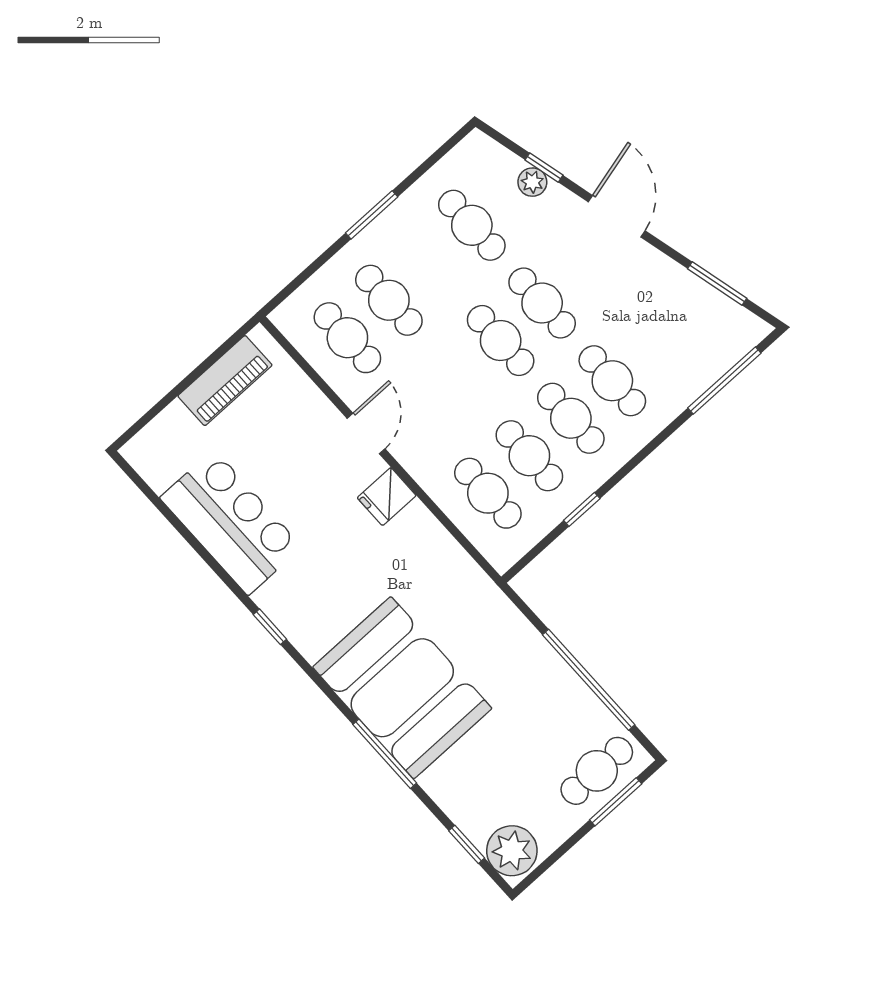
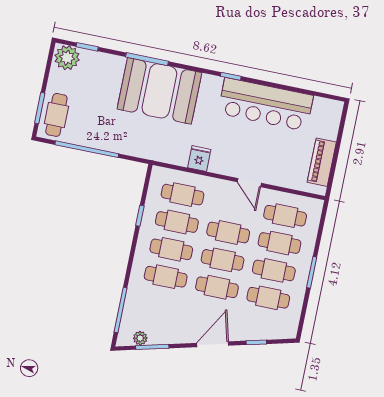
plant: (532, 182) -> (140, 338), moved
door: (617, 216) -> (213, 344), swing flipped
cafe table: (430, 263) -> (274, 270), added
cafe table: (459, 378) -> (228, 233), added
fridge: (387, 497) -> (199, 159), moved
bar counter: (231, 522) -> (266, 104), width x1.36

